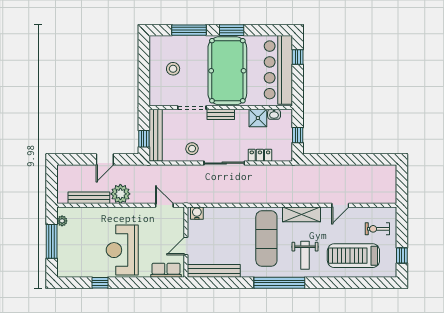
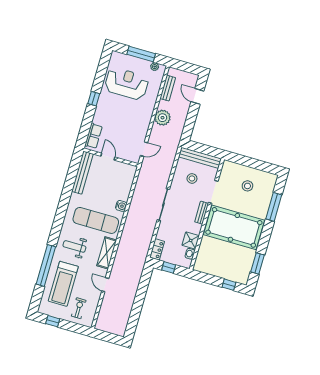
window: (232, 30) -> (258, 263), moved
bar counter: (278, 70) -> (223, 267), removed
window: (144, 139) -> (200, 148), removed
stool: (192, 149) -> (192, 178), moved
locker: (260, 155) -> (157, 249), moved
door: (105, 159) -> (197, 96), moved
bench: (89, 198) -> (168, 88), width x0.73
water cooler: (197, 213) -> (121, 206), moved
reception desk: (122, 250) -> (127, 84), moved
treadmill: (353, 256) -> (63, 284), turned 180
window: (100, 283) -> (94, 99), moved
window: (279, 283) -> (46, 265), moved

